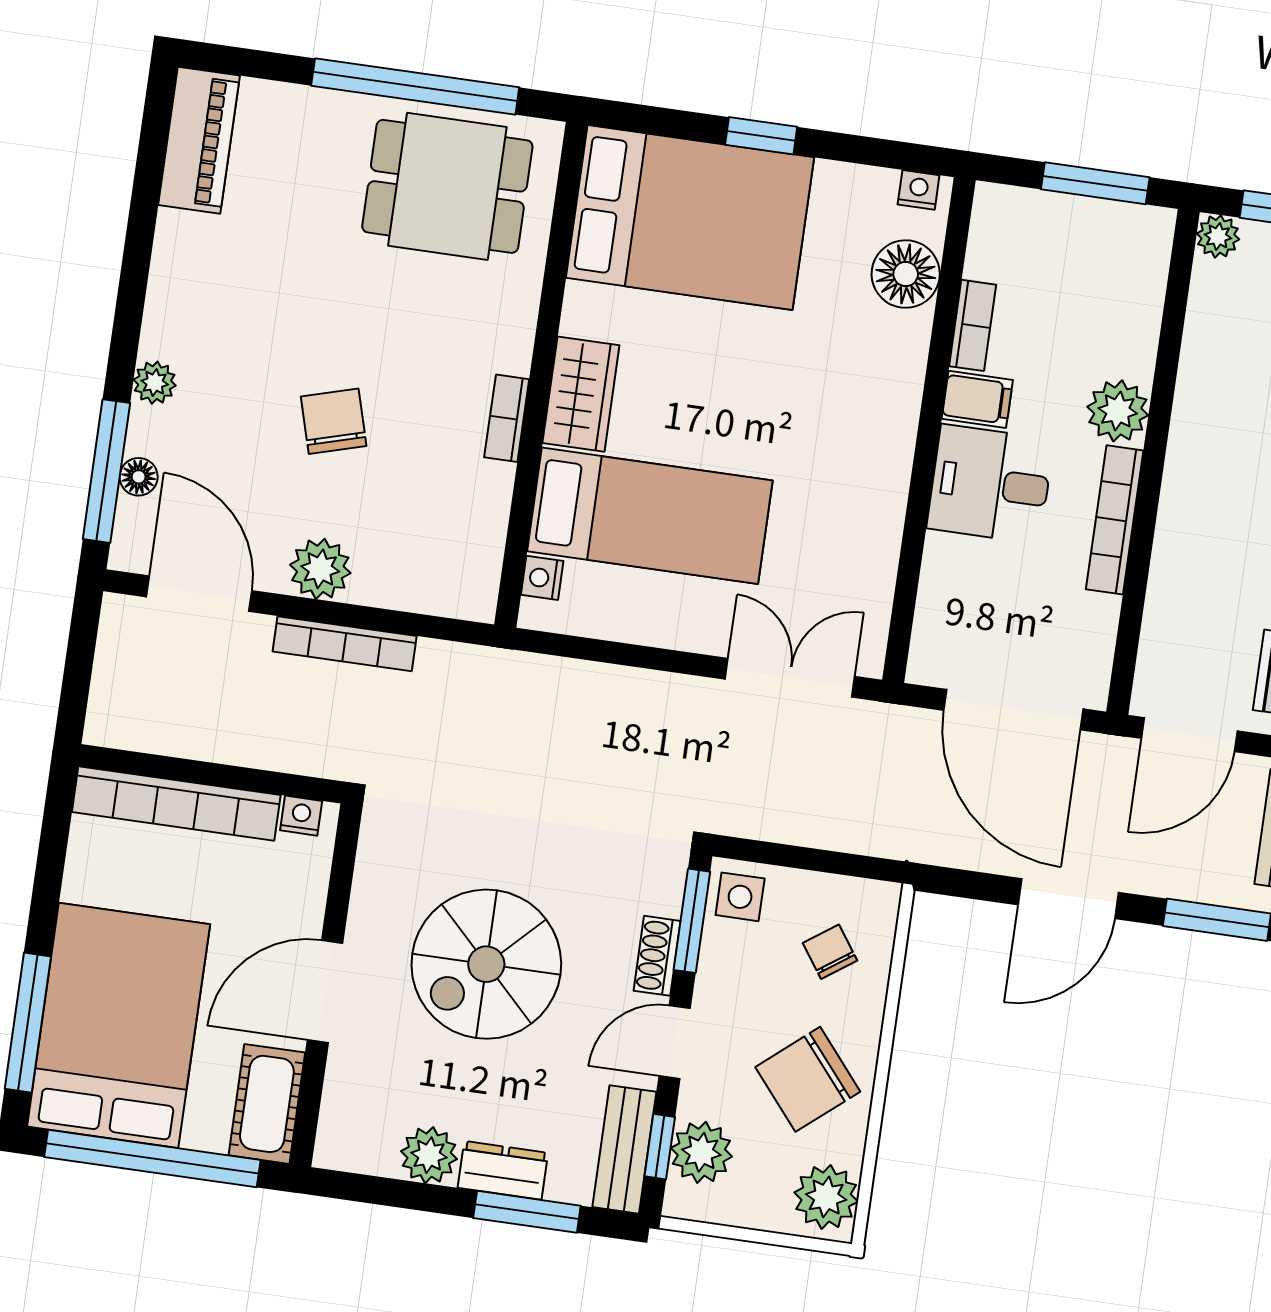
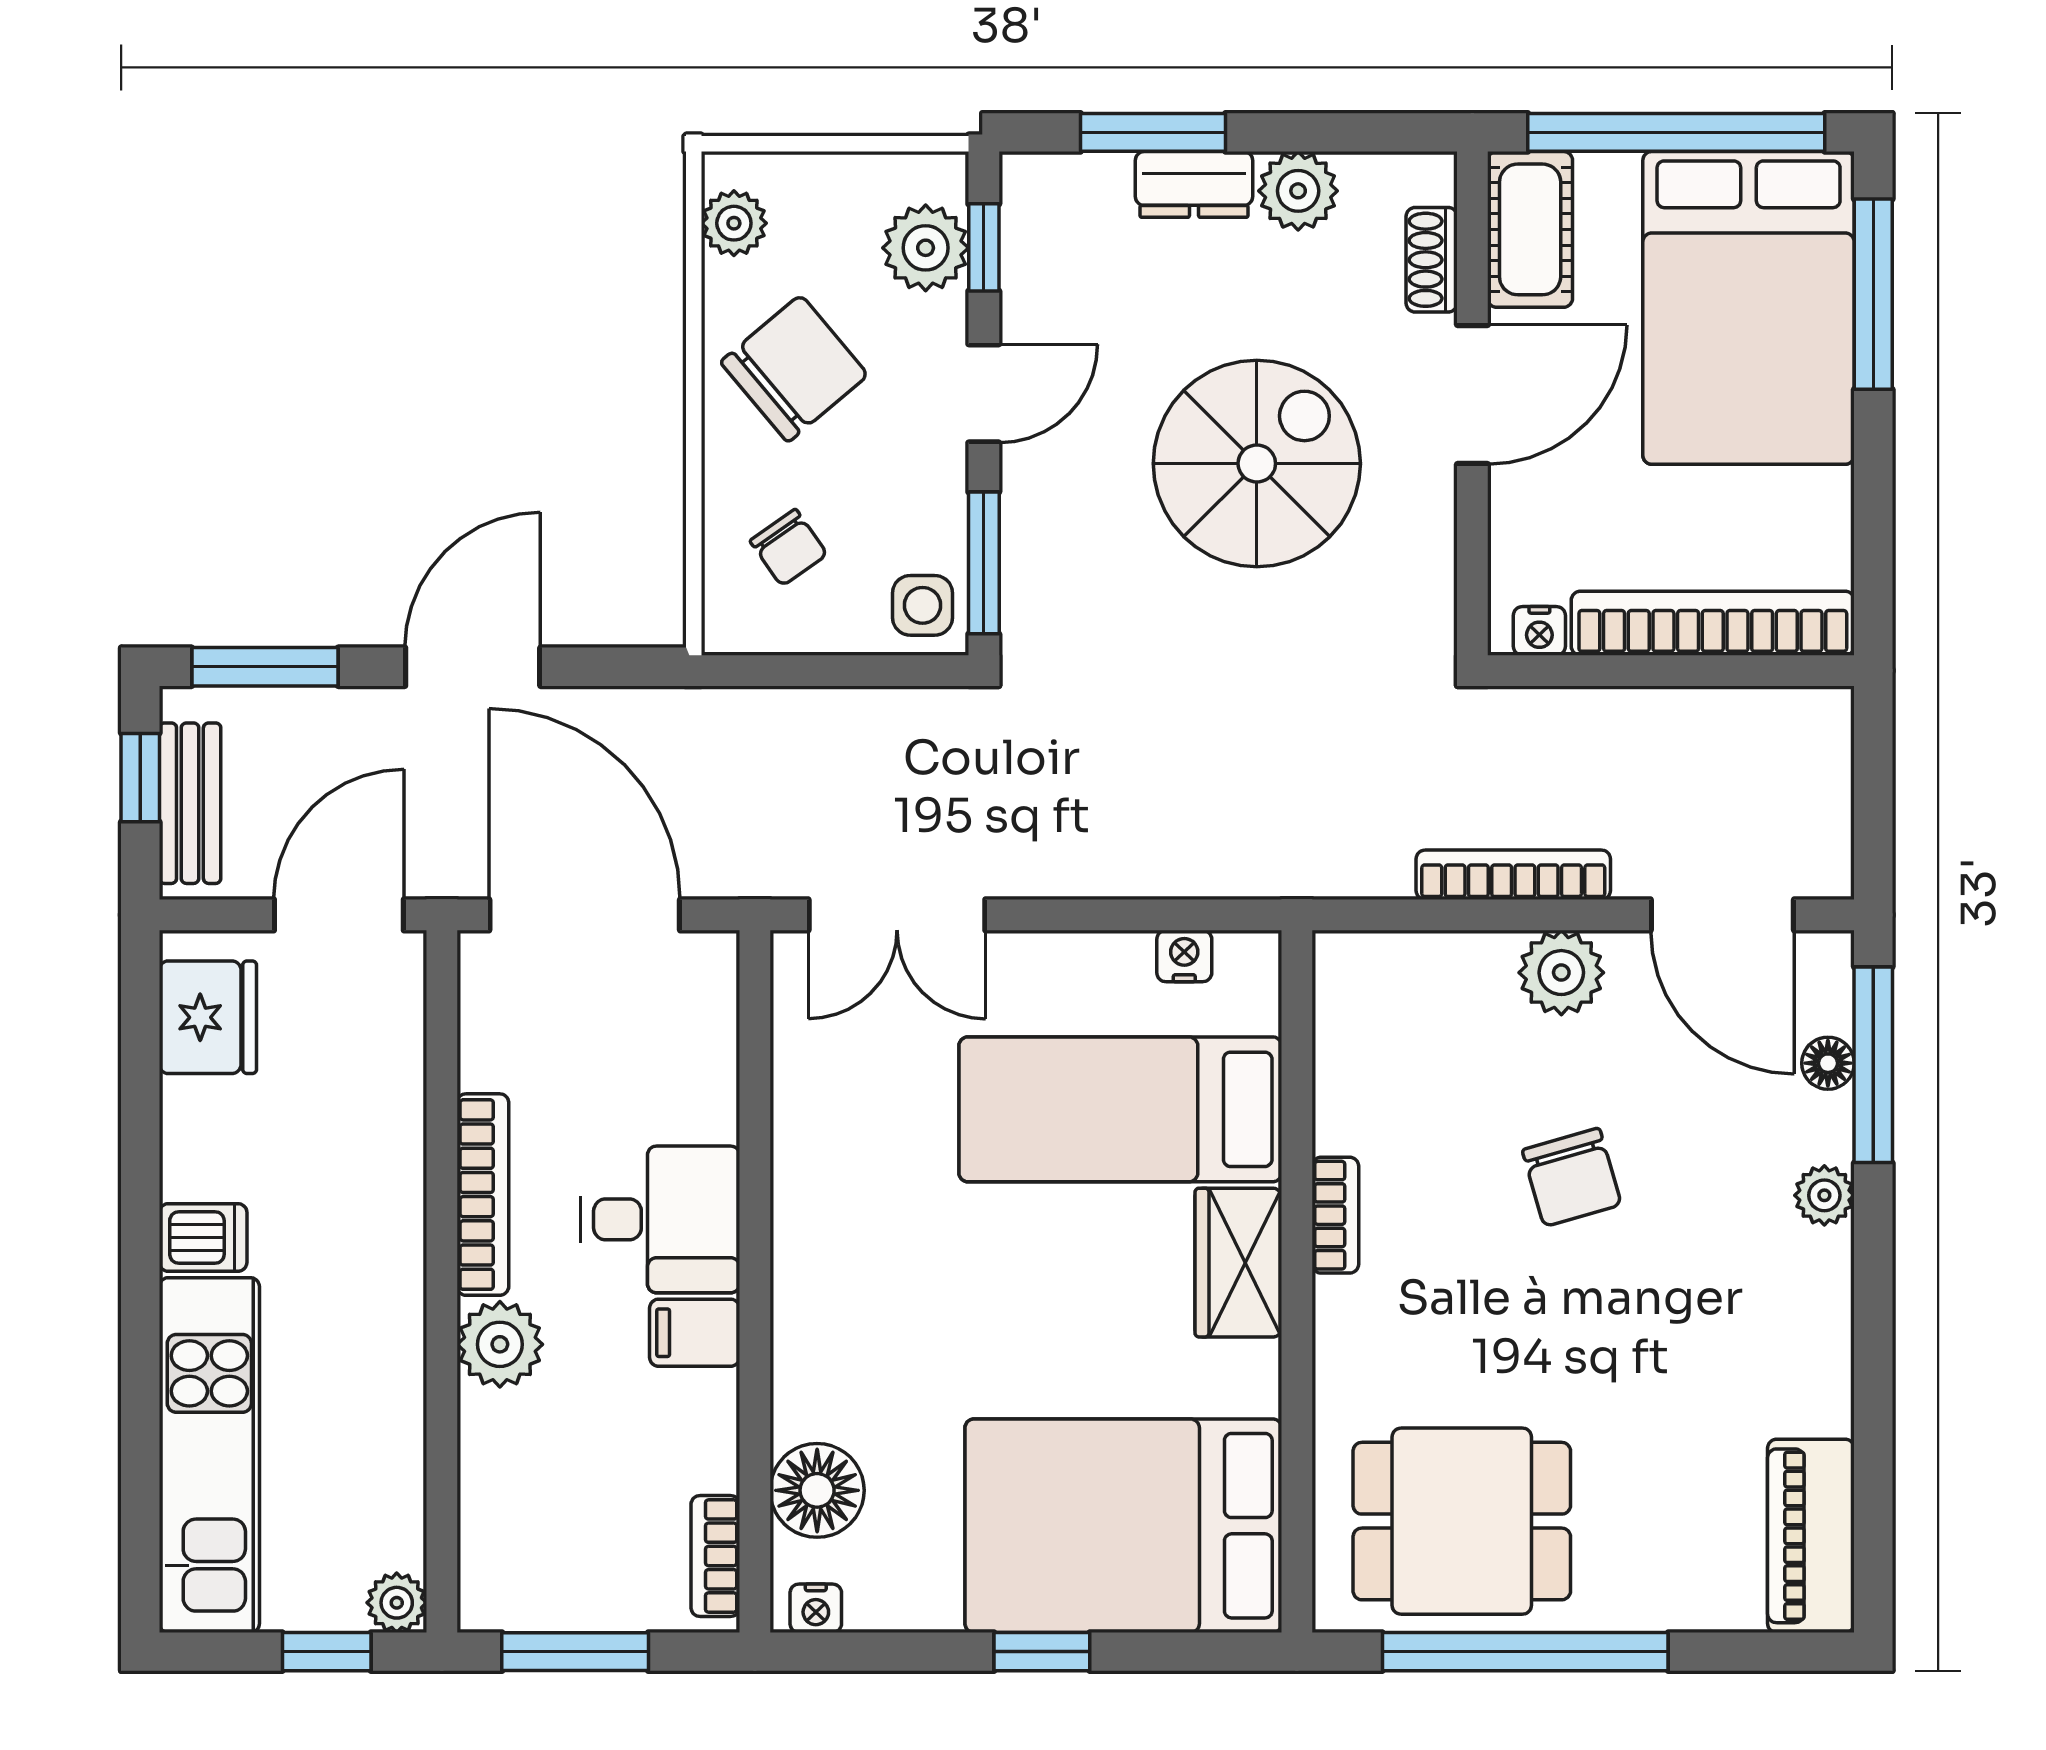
bookcase: (973, 325) -> (715, 1556), moved
nightstand: (542, 578) -> (1184, 956), moved, turned -90
shoe rack: (657, 956) -> (1432, 260), moved, turned 180
bench: (624, 1149) -> (1032, 237), removed
plant: (826, 1197) -> (734, 223), width x0.73, depth x0.73

